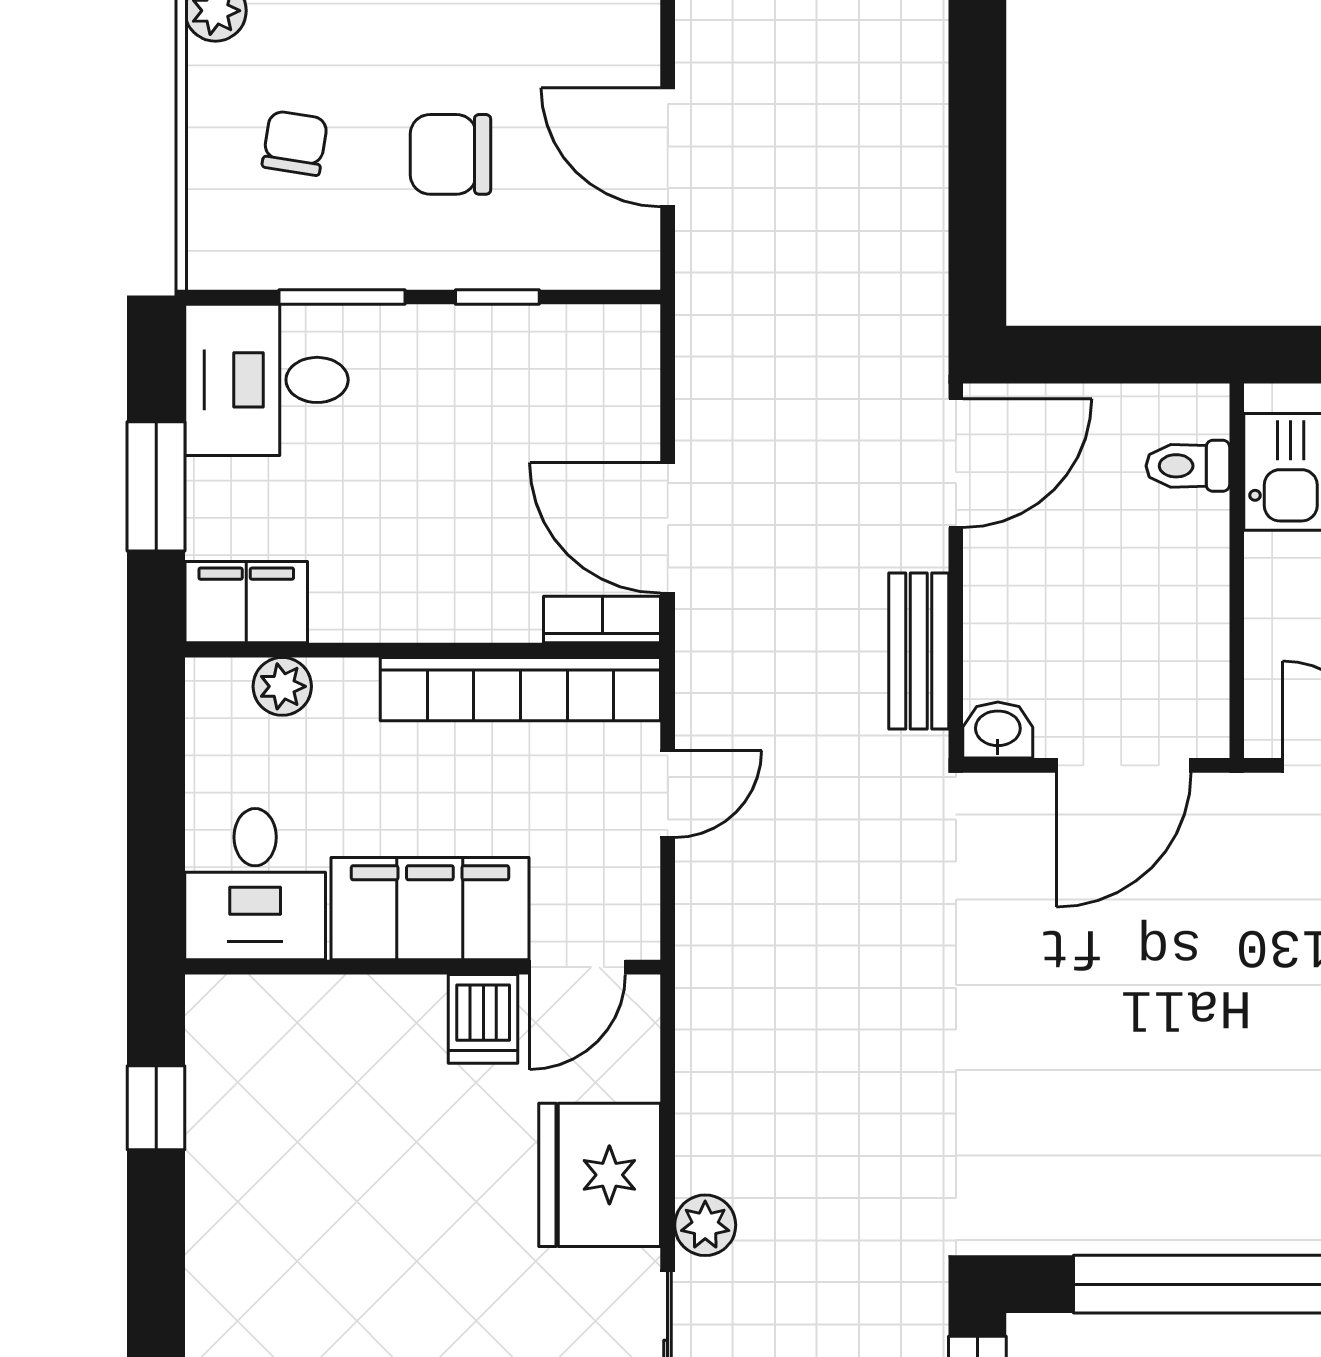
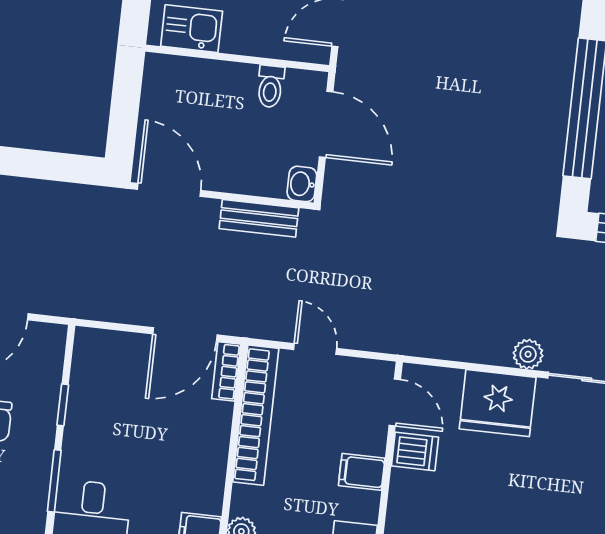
toilet: (1188, 466) -> (270, 86), moved
filing cabinet: (430, 909) -> (362, 472), width x0.33, depth x0.86

